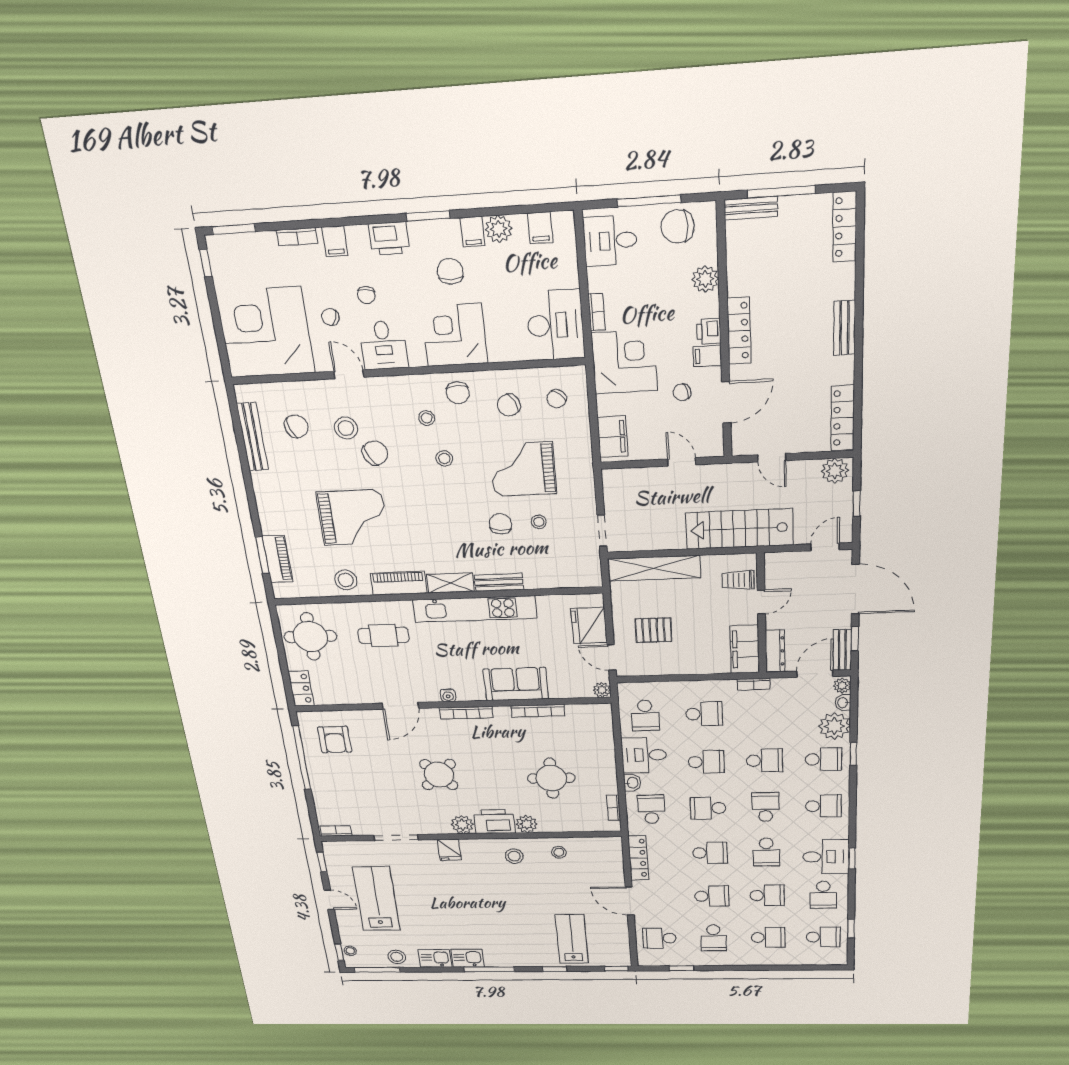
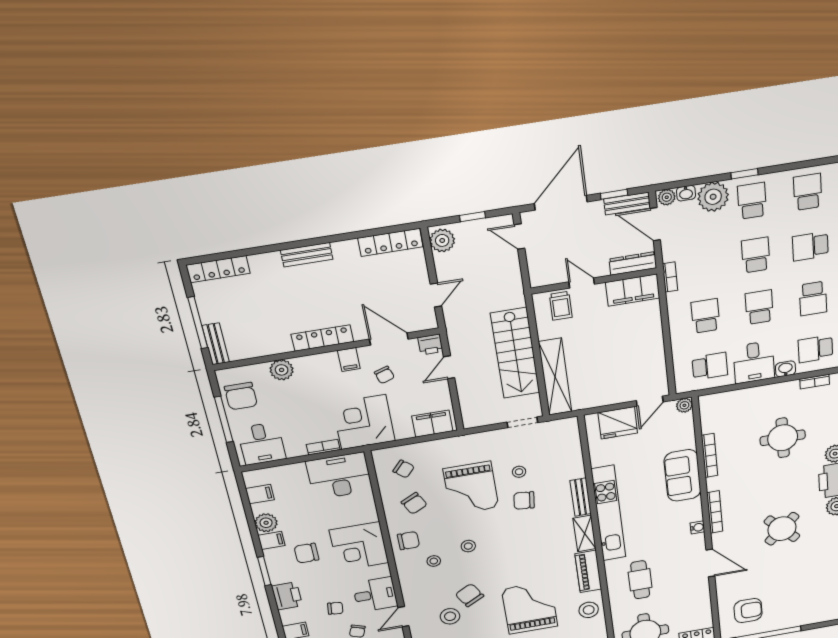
printer: (709, 331) -> (430, 344), moved
stairs: (739, 529) -> (515, 353), moved
pallet: (654, 630) -> (619, 370), removed

